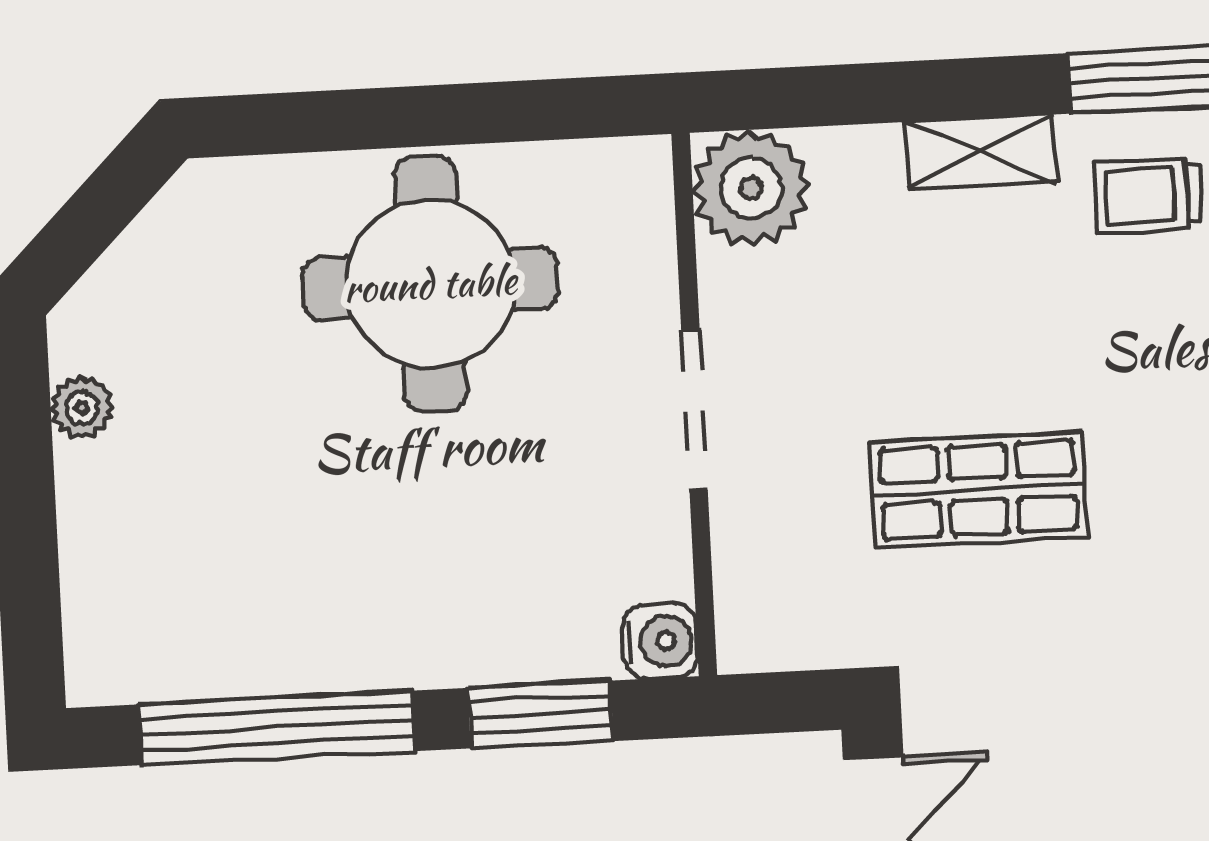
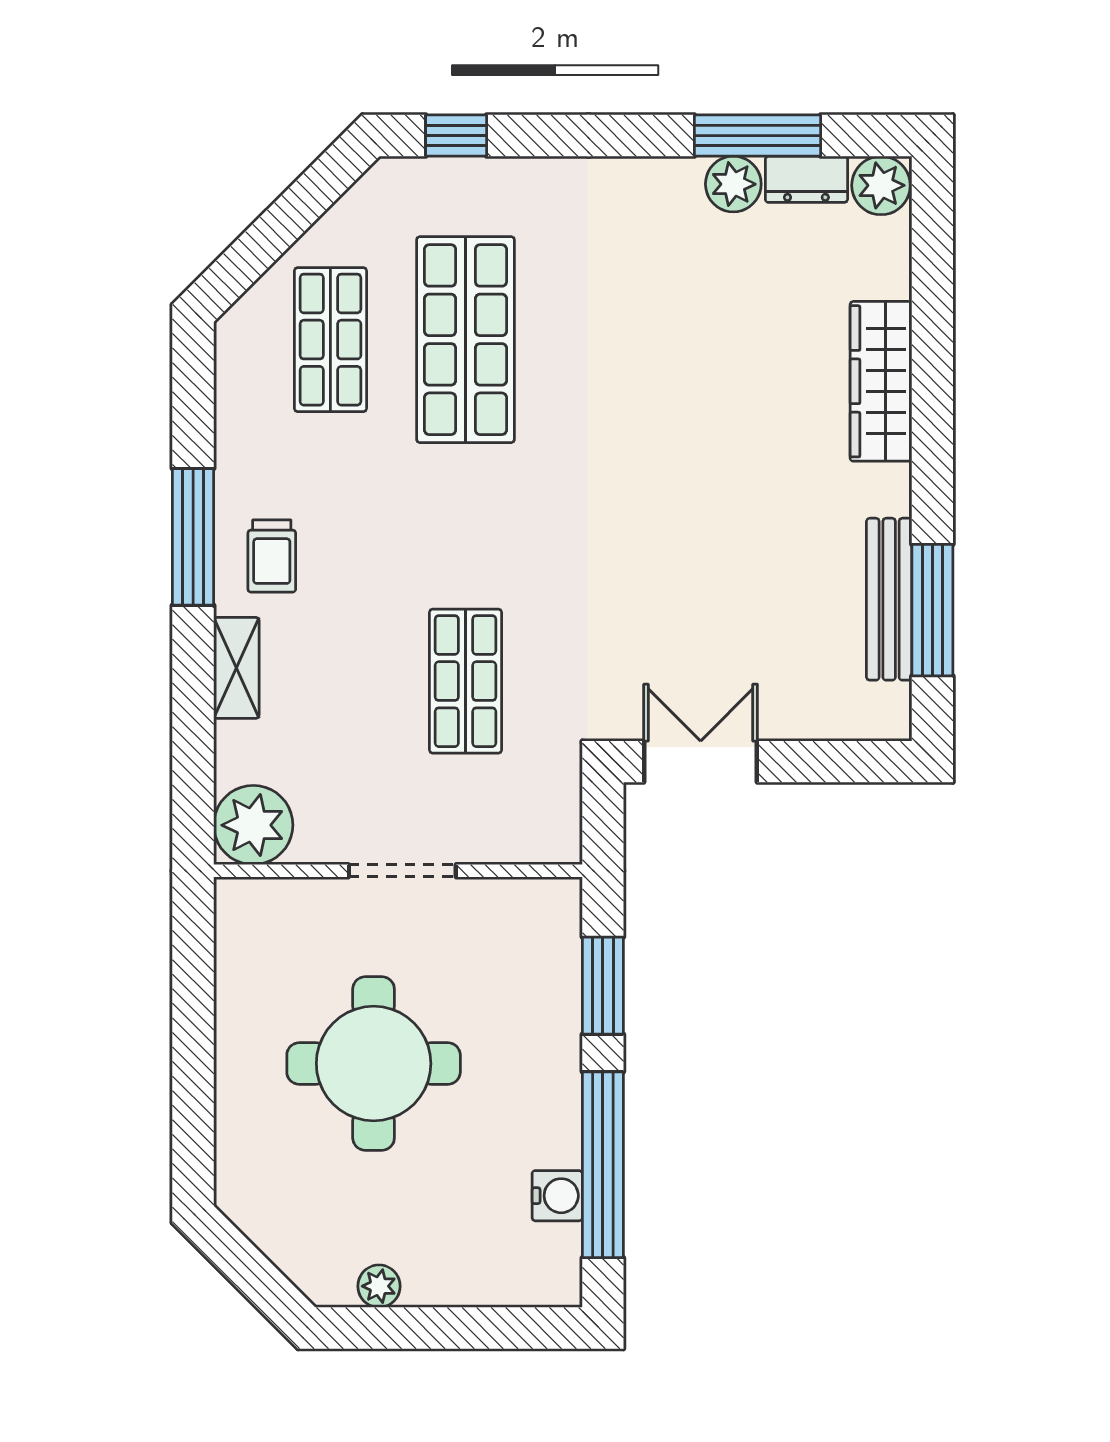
round table: (430, 284) -> (374, 1064), moved
water cooler: (660, 641) -> (557, 1196), moved, turned 90

